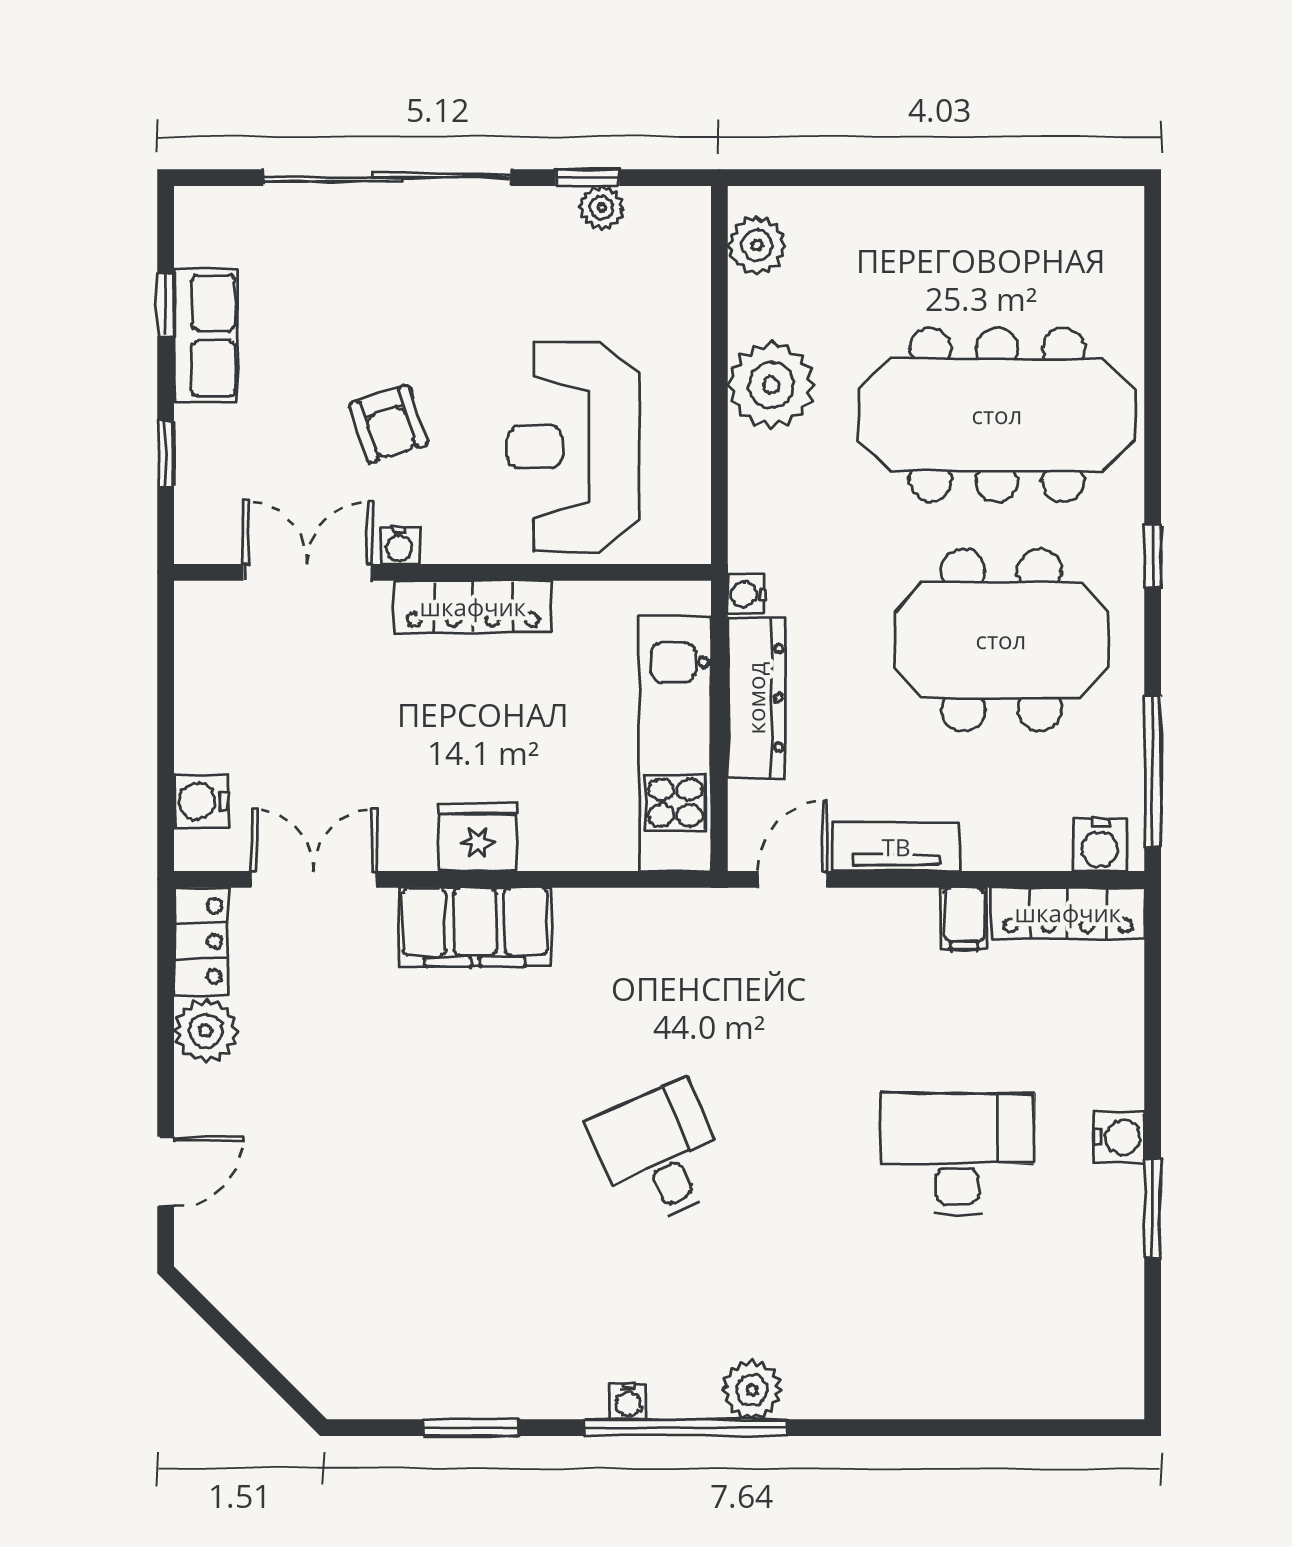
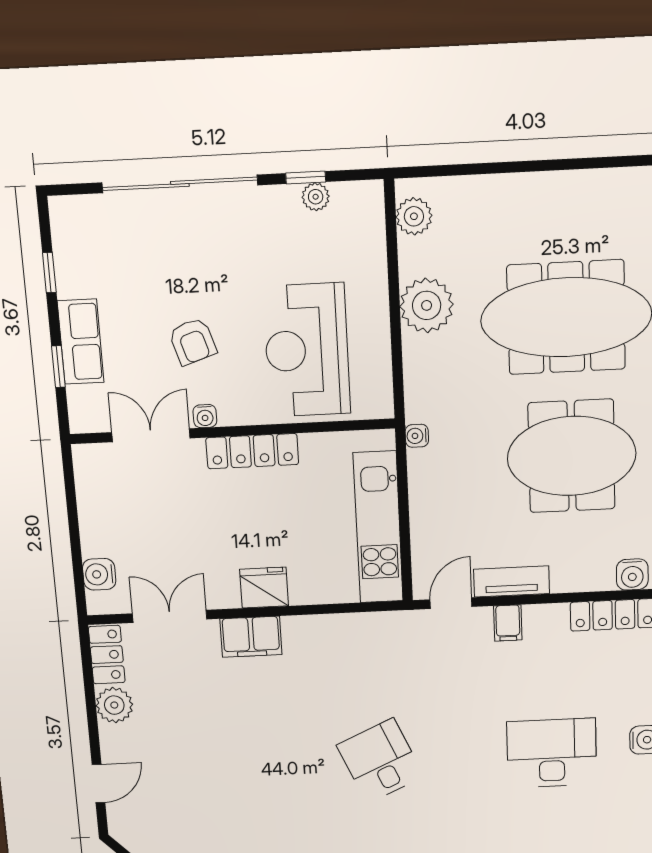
row of seats: (206, 335) -> (81, 342), moved
dresser: (756, 698) -> (425, 498), removed
filing cabinet: (964, 919) -> (508, 623), moved
filing cabinet: (475, 927) -> (251, 637), width x0.67, depth x0.86

